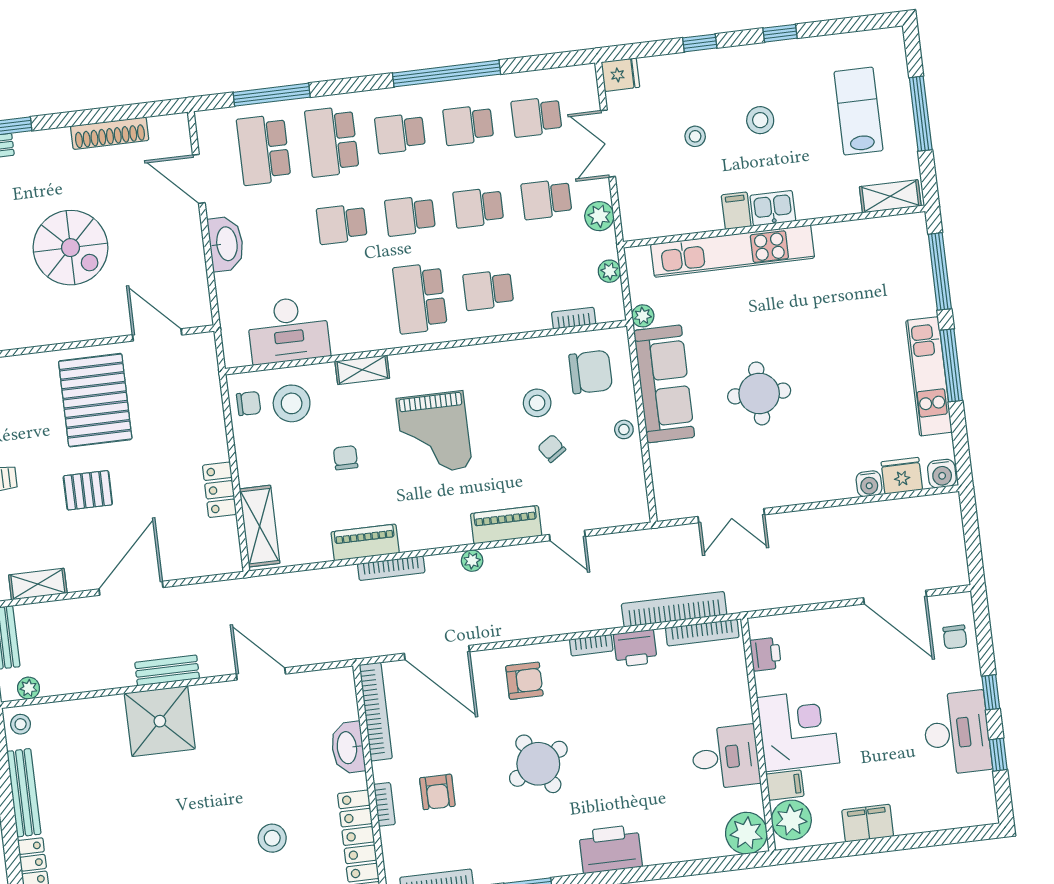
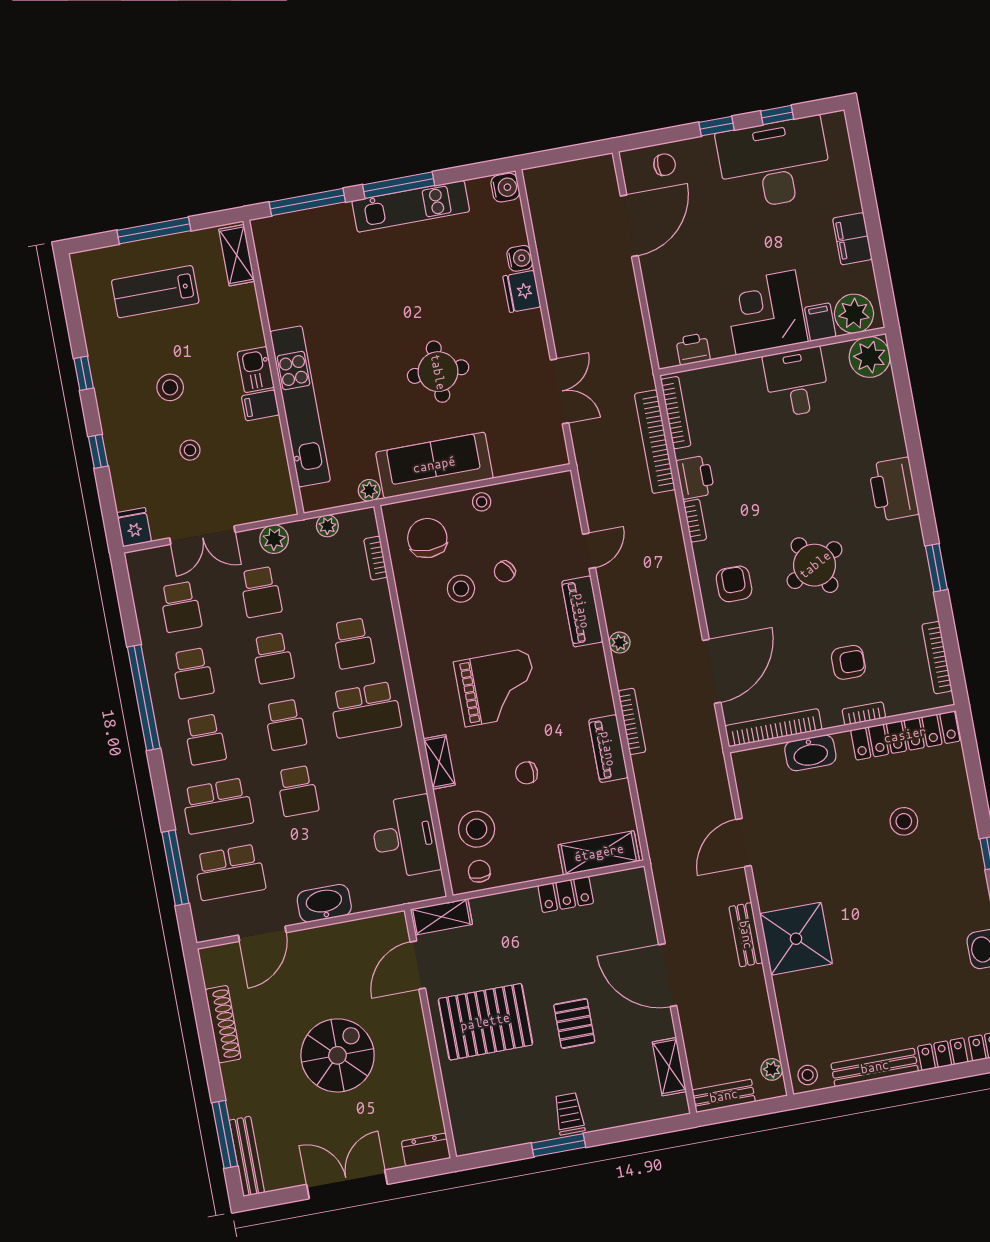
shelving: (205, 362) -> (441, 917), added
fridge: (902, 476) -> (522, 291), moved
desk: (957, 733) -> (774, 163), width x1.36, depth x1.30

